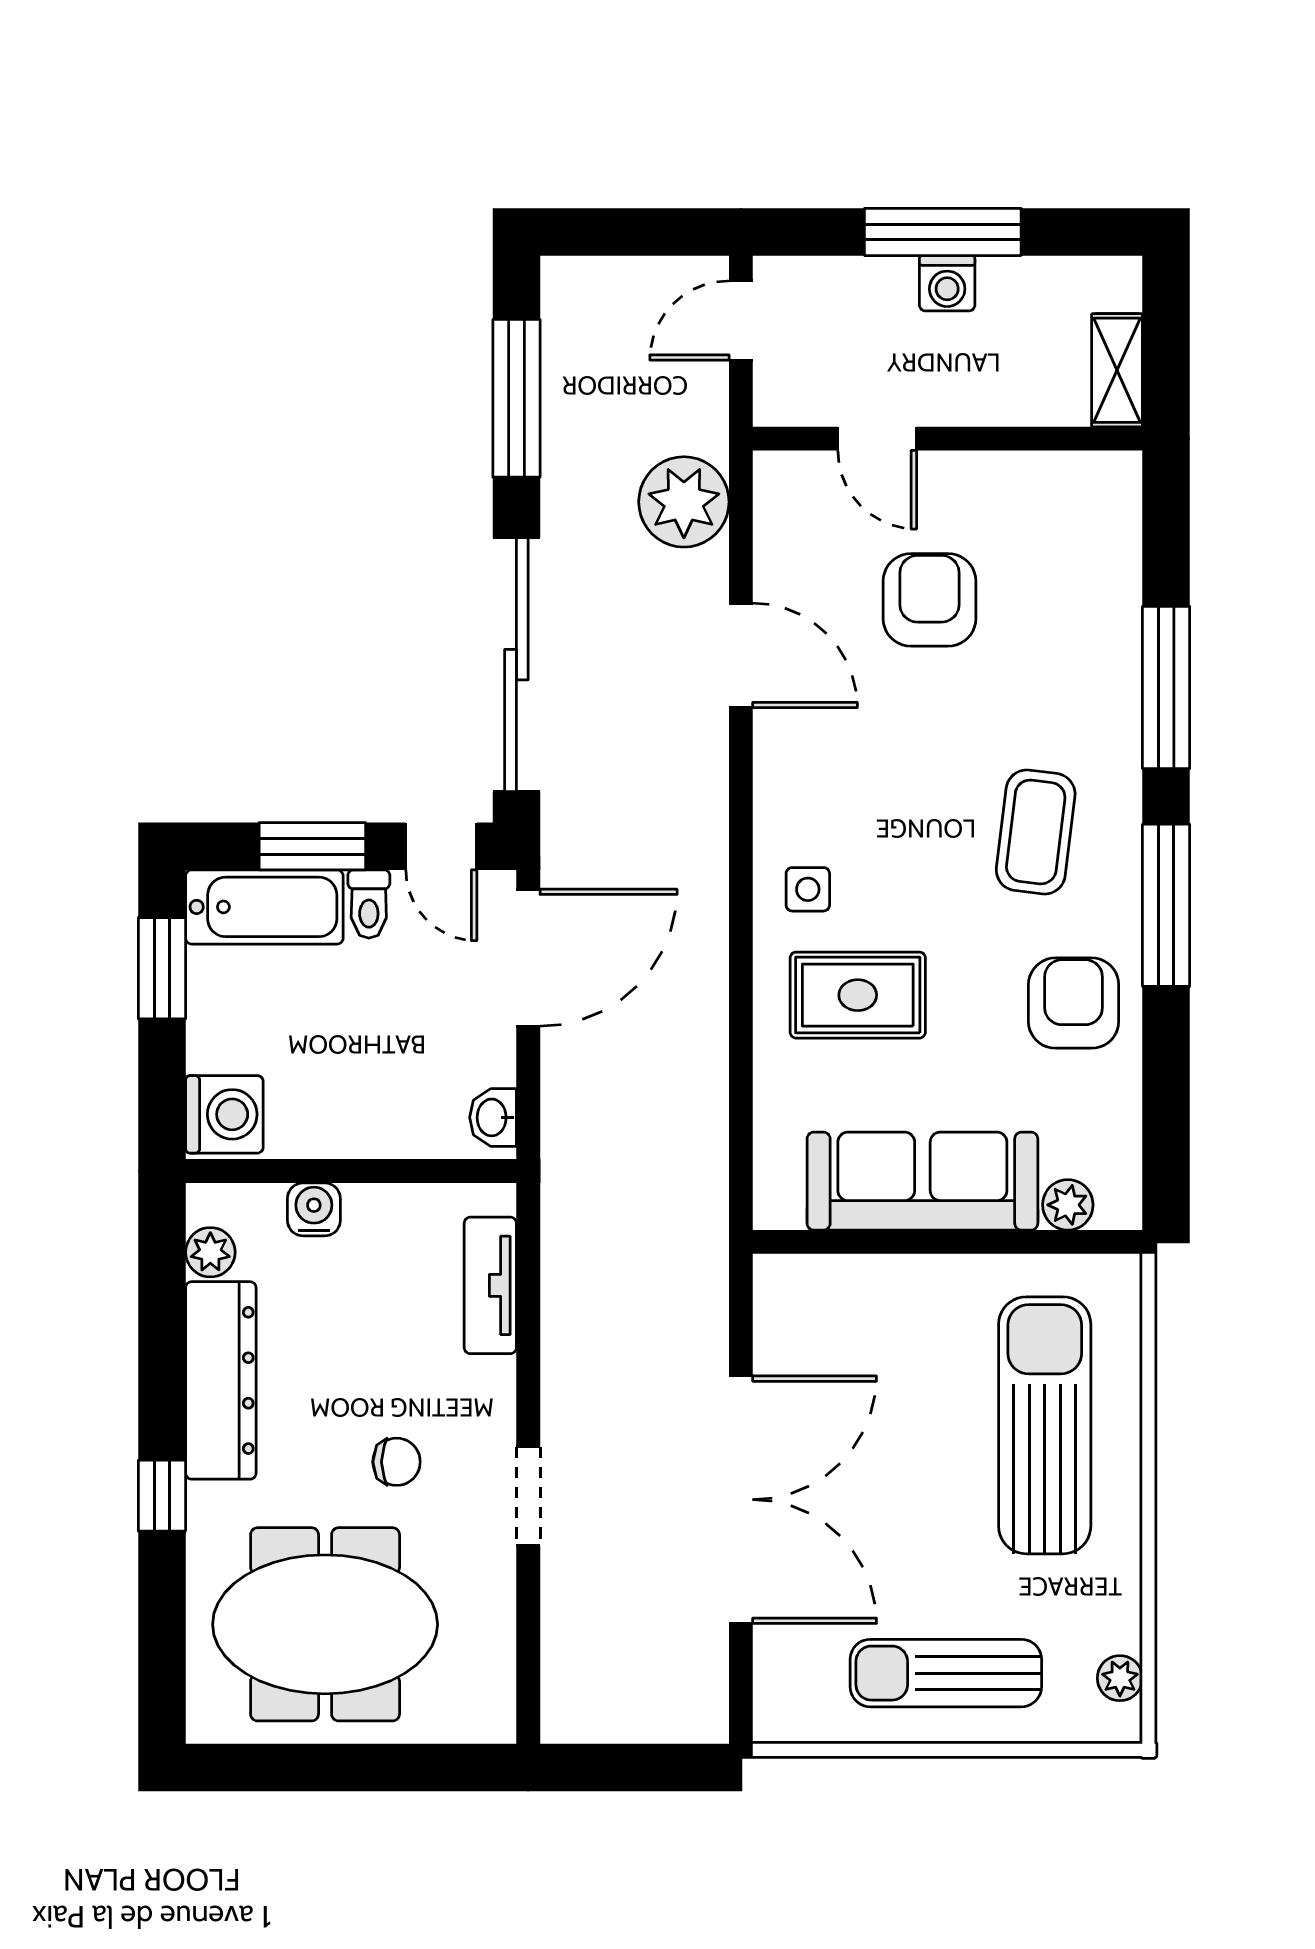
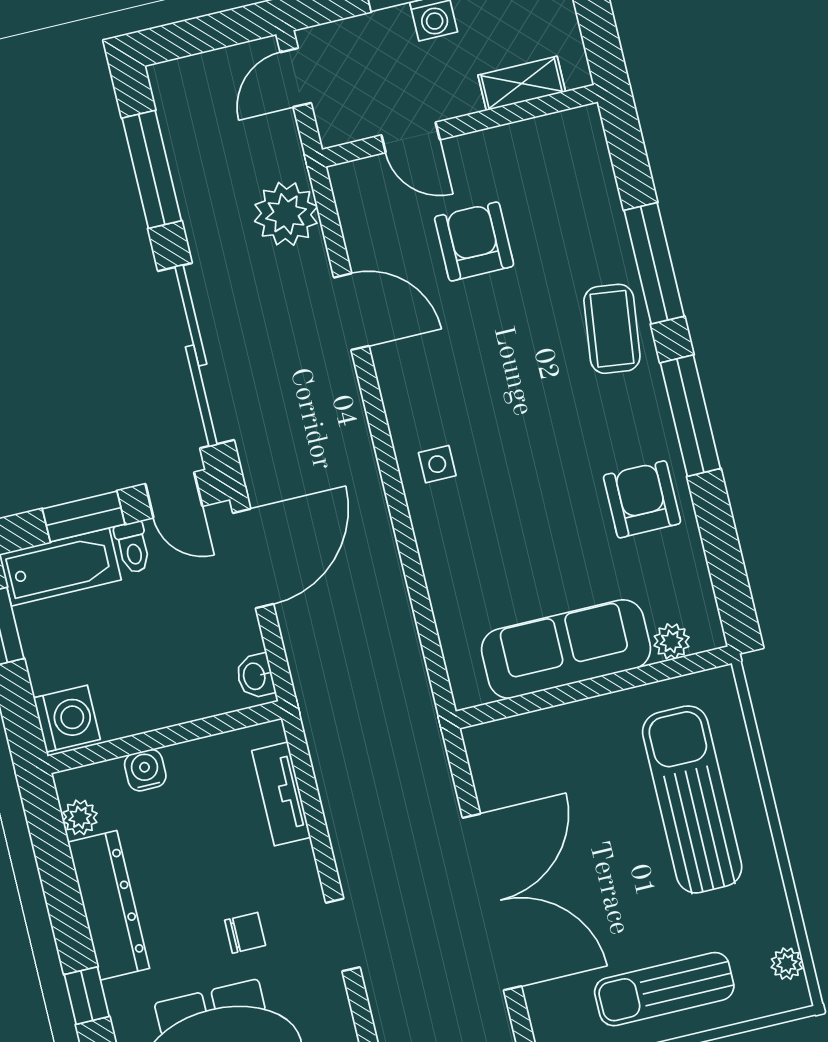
shelving: (1117, 370) -> (522, 83), moved, turned 90
coffee table: (1036, 832) -> (612, 329), moved
rug: (858, 995) -> (490, 530), removed

